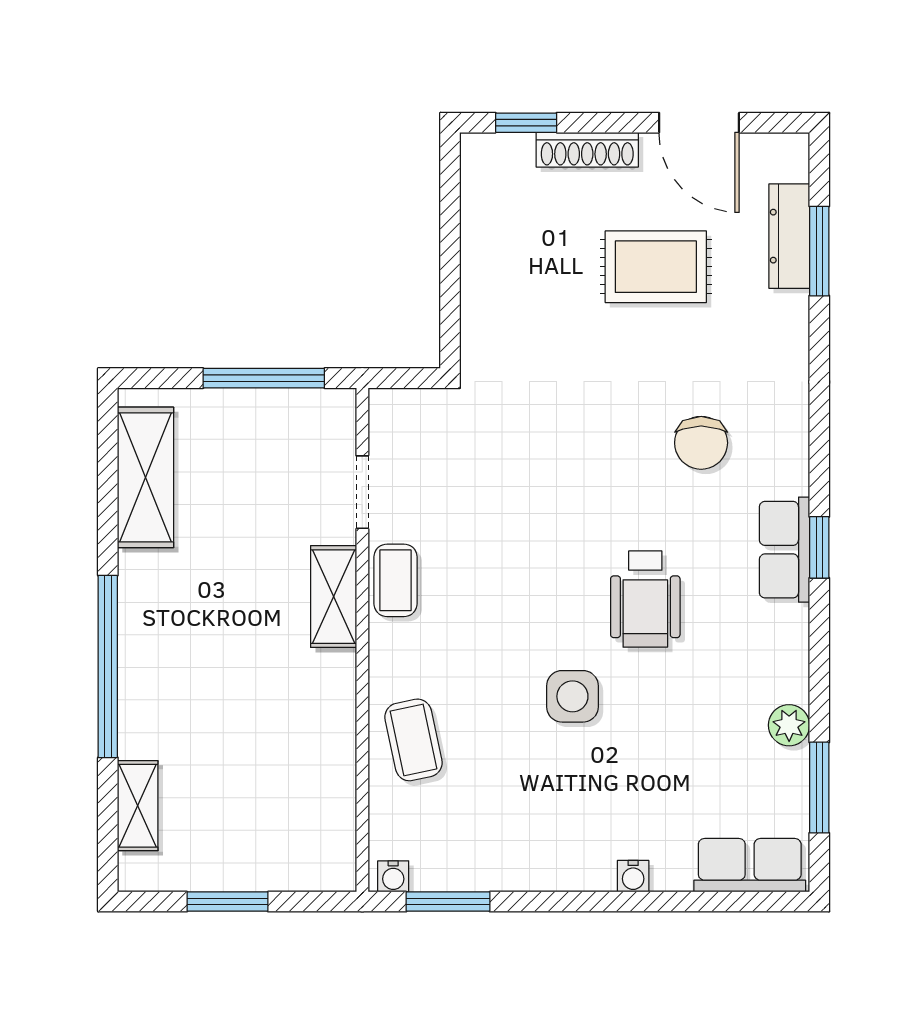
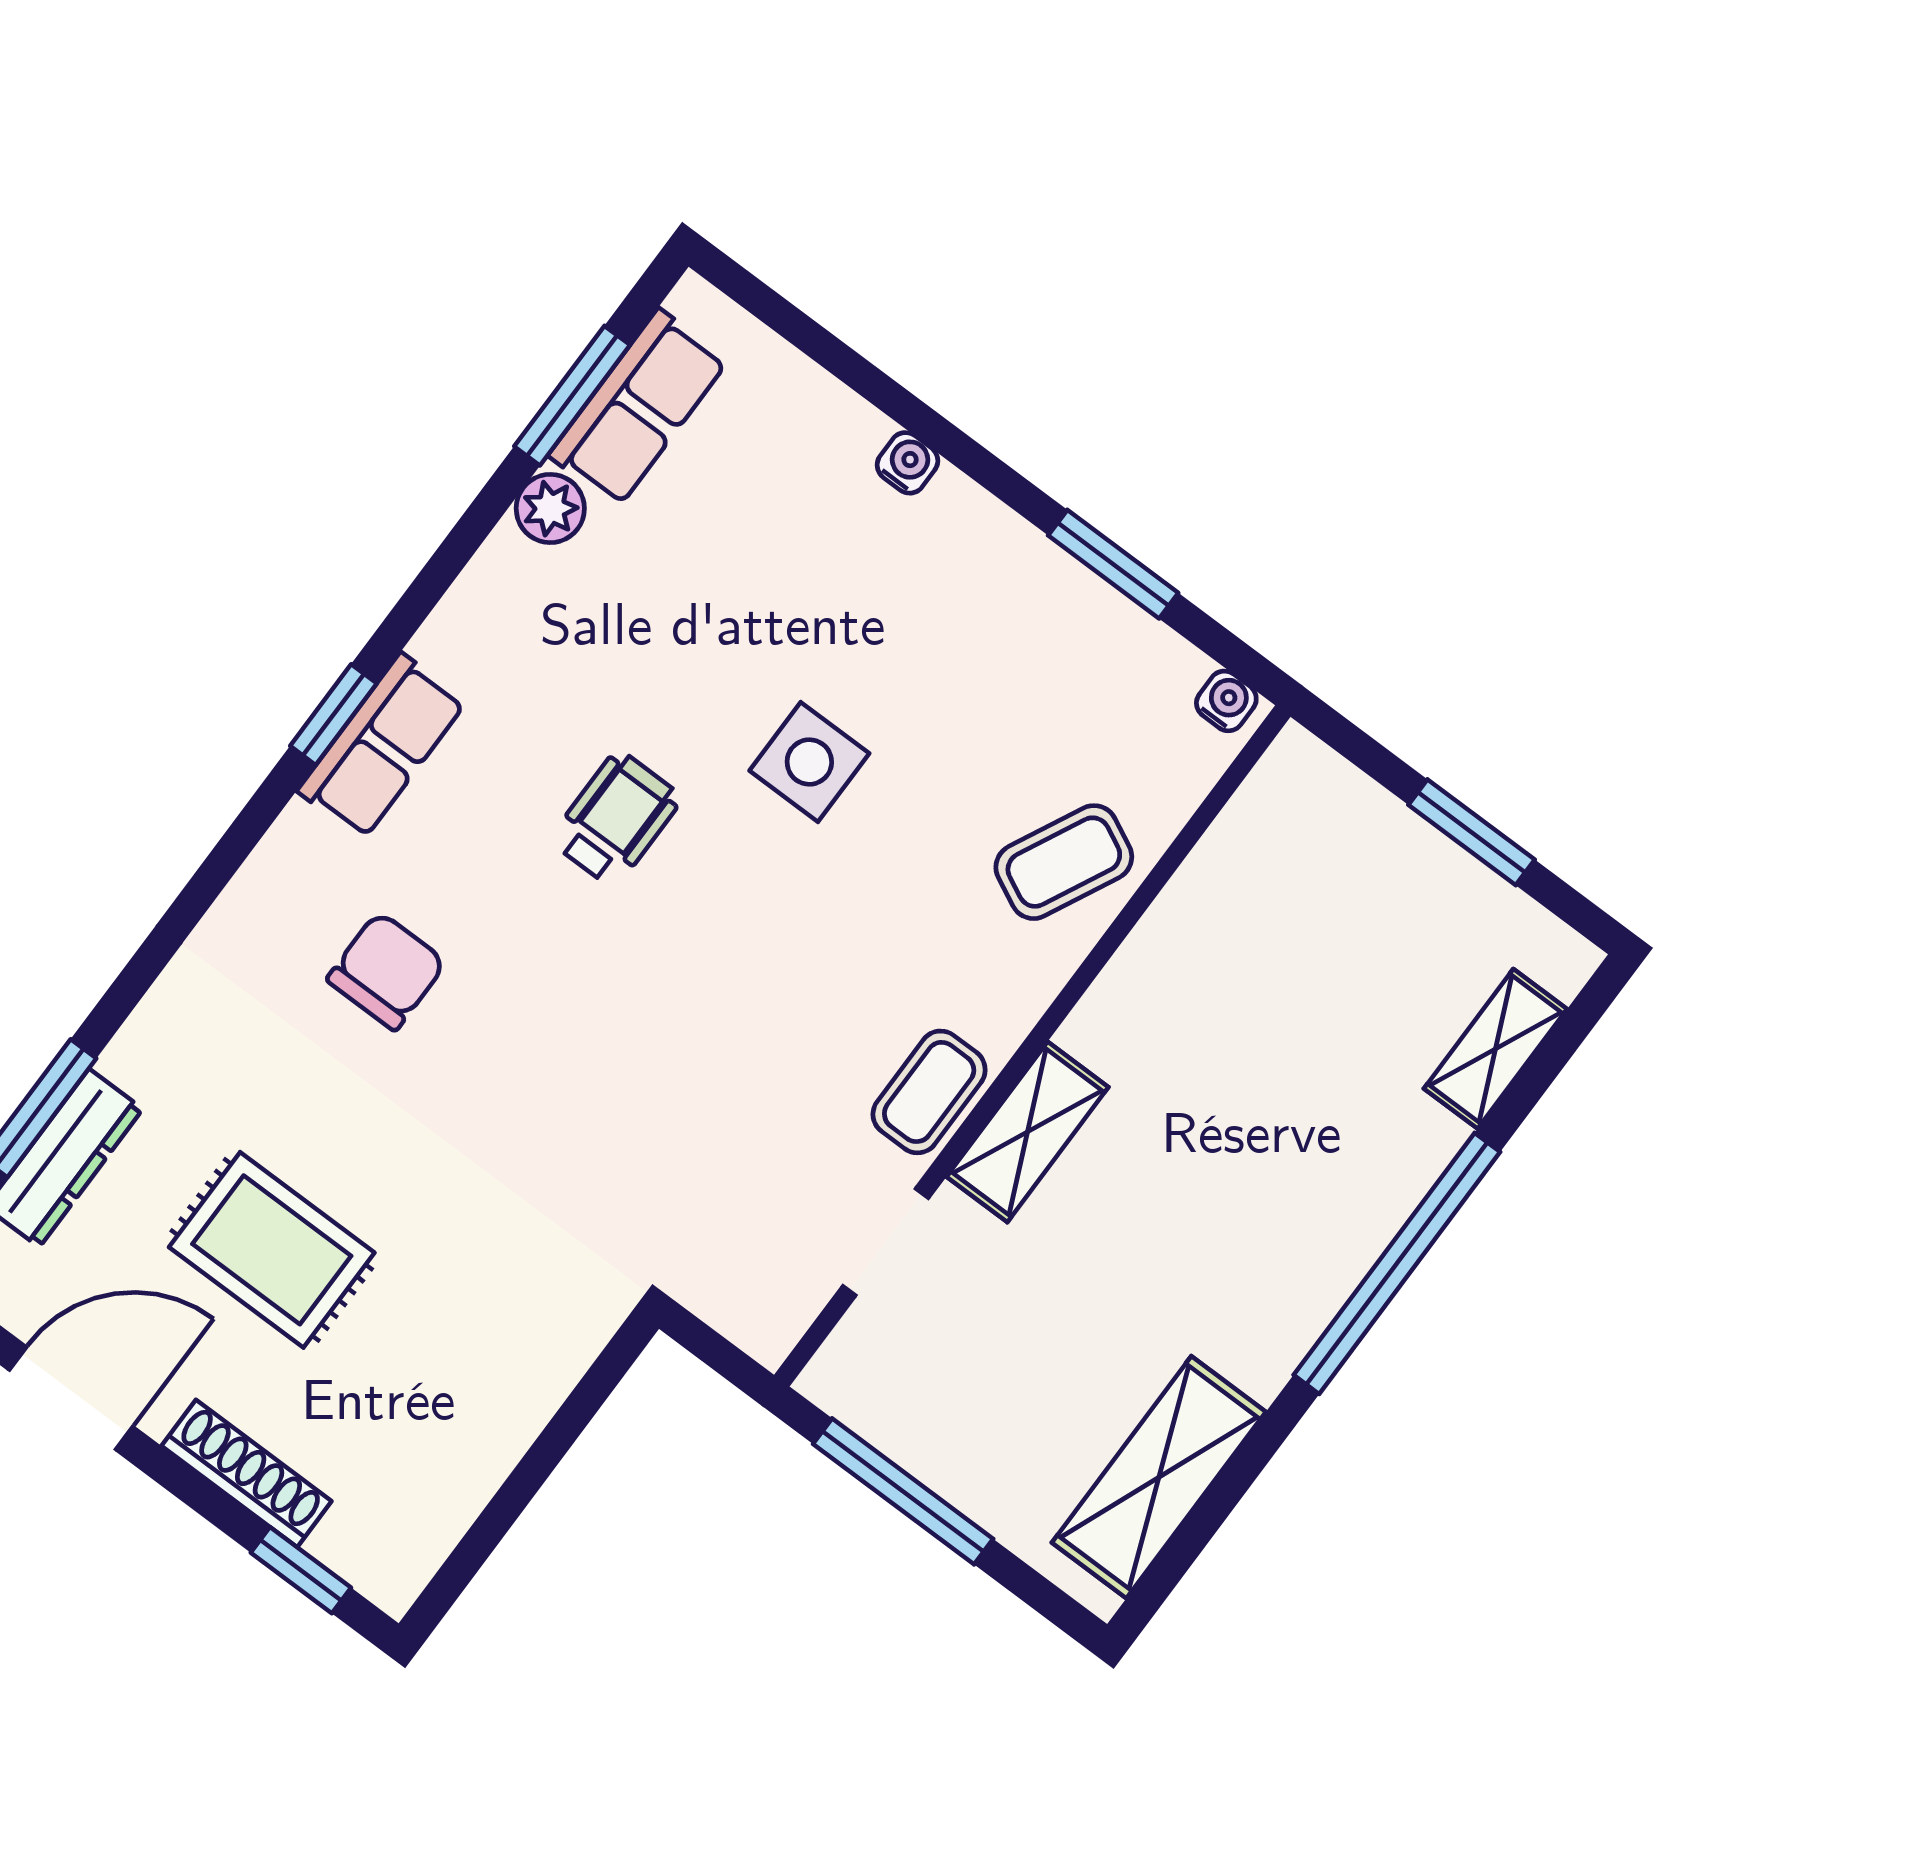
door: (699, 123) -> (71, 1398), hinge flipped
wheelchair: (645, 599) -> (616, 819), width x0.73, depth x0.73
coffee table: (413, 740) -> (1064, 862), turned 38
row of seats: (750, 865) -> (638, 408), moved, turned -90
window: (448, 902) -> (1113, 564), moved

